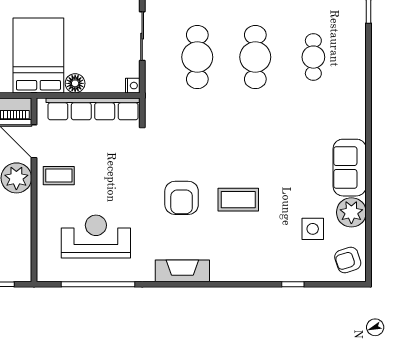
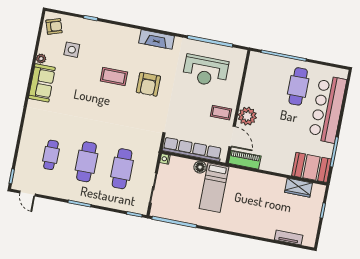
bed: (38, 56) -> (214, 188), width x0.67
armchair: (182, 198) -> (148, 84), turned 180
plant: (351, 212) -> (41, 59), width x0.53, depth x0.53

